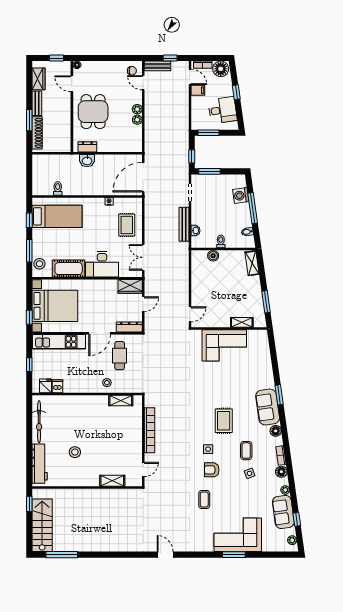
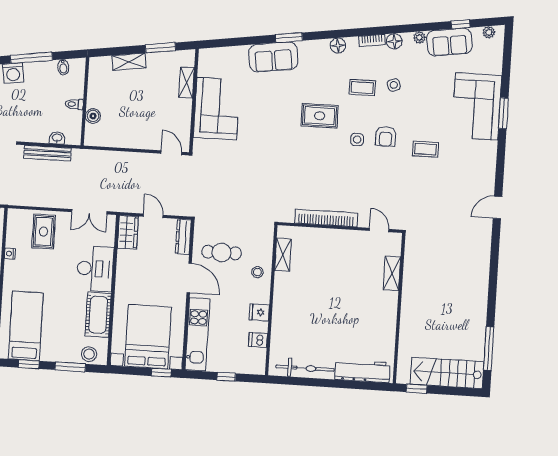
rug: (127, 225) -> (44, 231), turned 90
shelving: (252, 263) -> (129, 62), moved
fridge: (46, 386) -> (259, 312), moved
sofa: (268, 407) -> (273, 57), moved
stool: (75, 452) -> (350, 322), removed

